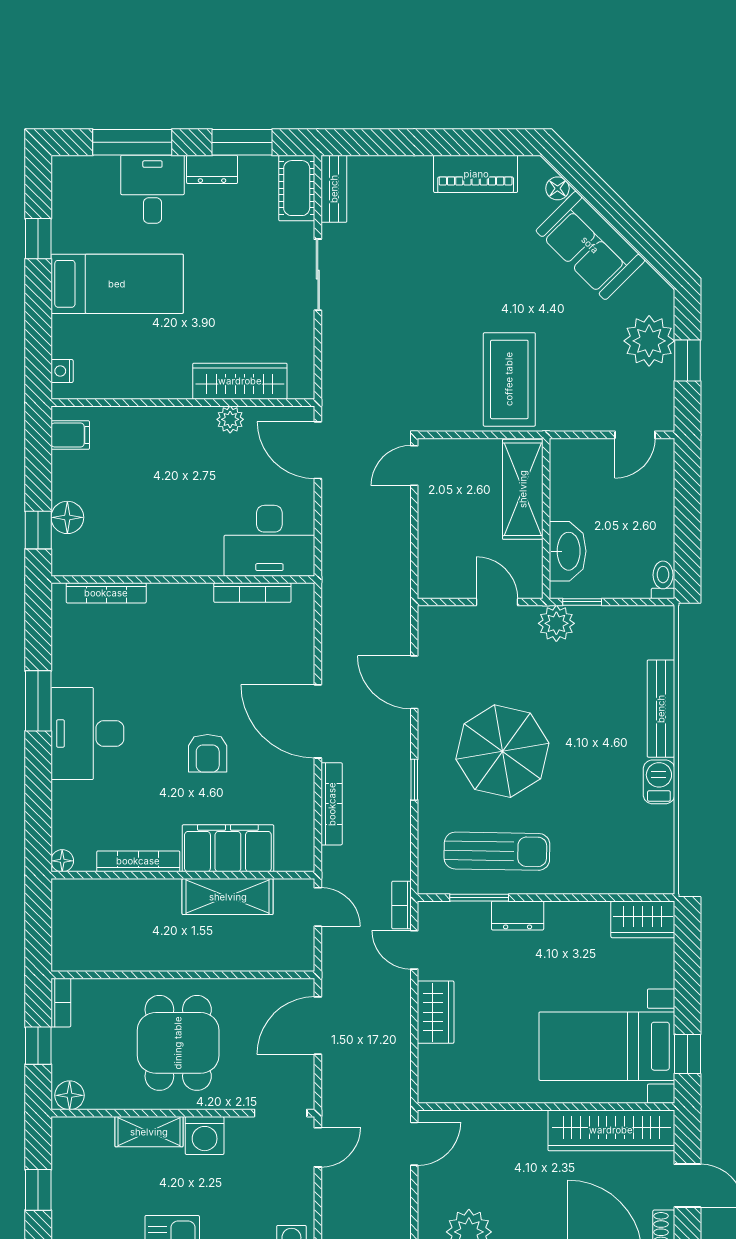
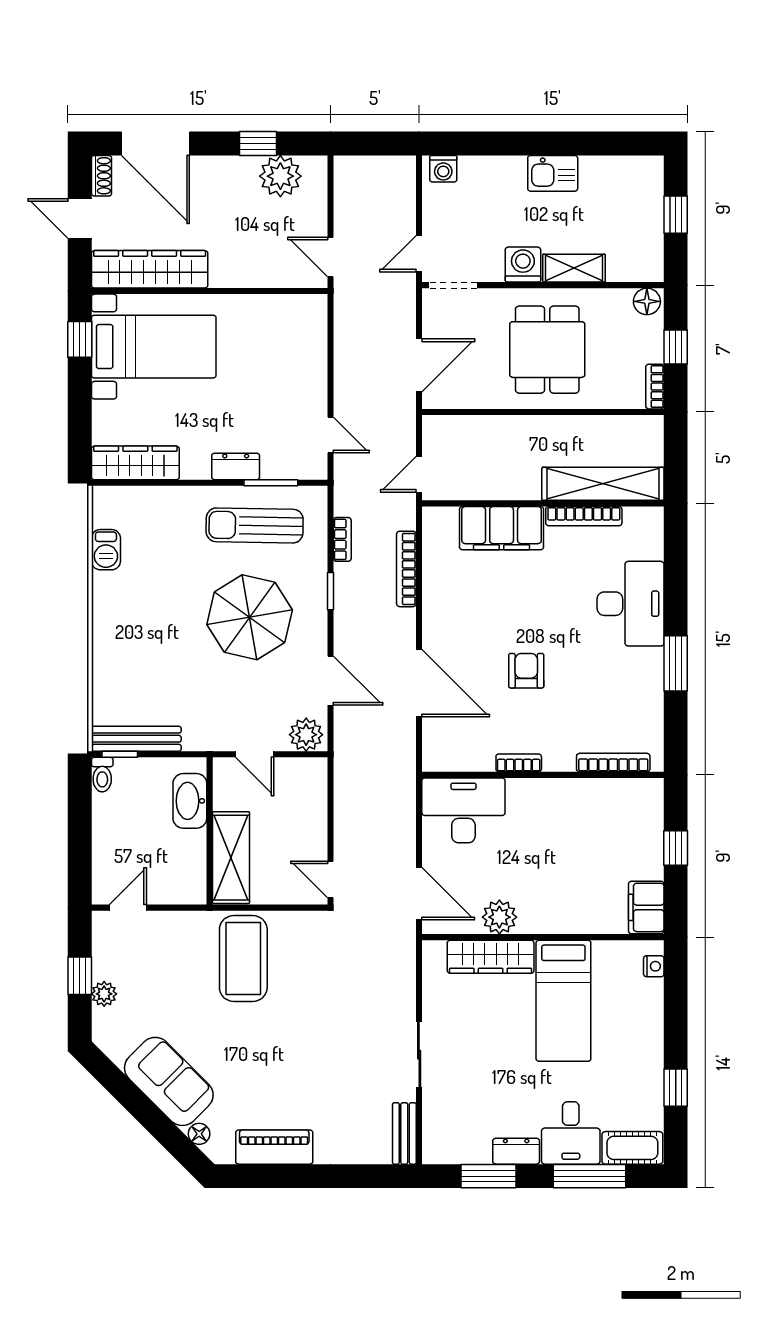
cot: (297, 188) -> (632, 1148), moved, turned 90
bed: (117, 284) -> (563, 1001), moved, turned -90
plant: (649, 341) -> (104, 994), width x0.53, depth x0.53
plant: (230, 419) -> (499, 917), width x1.38, depth x1.38
filing cabinet: (70, 435) -> (646, 907), width x2.00
door: (414, 466) -> (331, 879), swing flipped
floor lamp: (67, 517) -> (649, 832), removed
window: (38, 530) -> (676, 848), moved
bookcase: (252, 593) -> (519, 763), moved, width x0.64
window: (582, 602) -> (120, 754), moved
plant: (556, 623) -> (306, 735), moved
bench: (661, 709) -> (136, 739), moved, turned 90
door: (318, 721) -> (419, 683), moved
desk: (87, 733) -> (631, 604), moved
armchair: (208, 753) -> (526, 671), moved
barbecue: (659, 782) -> (106, 550), moved
floor lamp: (62, 861) -> (654, 517), removed
shelving: (228, 897) -> (603, 484), moved, width x1.47
bookcase: (401, 905) -> (342, 539), moved
door: (318, 907) -> (419, 474), hinge flipped
wardrobe: (643, 919) -> (135, 463), width x1.50
wardrobe: (436, 1012) -> (311, 378), removed
door: (414, 1144) -> (331, 257), hinge flipped

